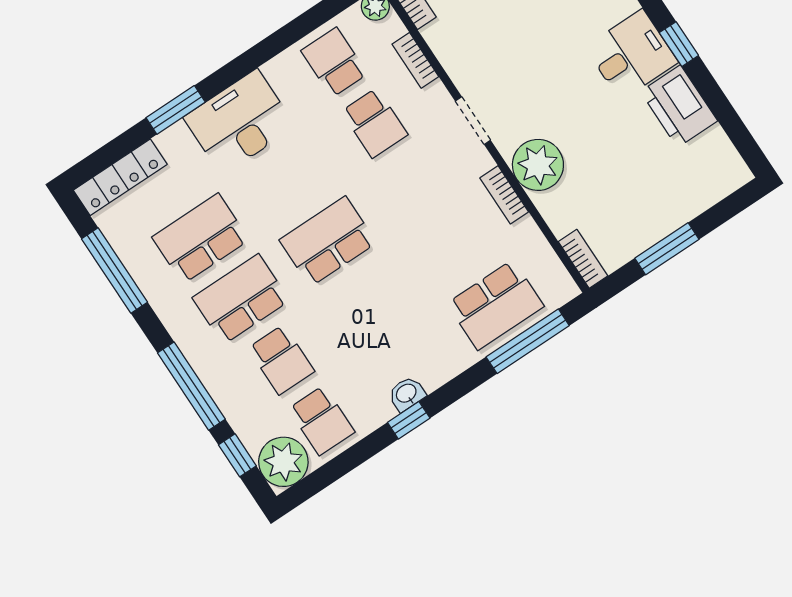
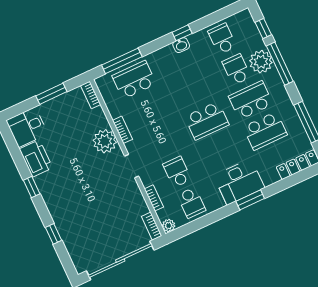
desk: (631, 55) -> (27, 127), moved
window: (176, 110) -> (250, 200), moved
school desk: (241, 299) -> (251, 100), turned 180
plant: (283, 462) -> (261, 62), moved

